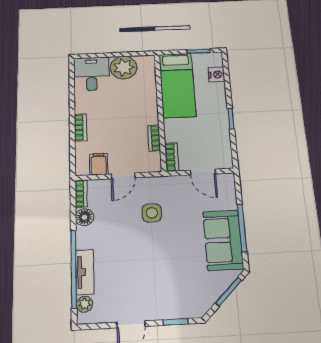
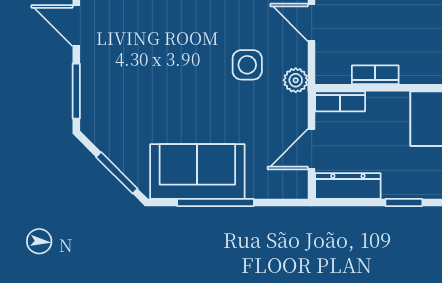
dresser: (224, 150) -> (348, 186), added
plant: (160, 183) -> (296, 80), added
window: (176, 322) -> (76, 91), width x1.50

